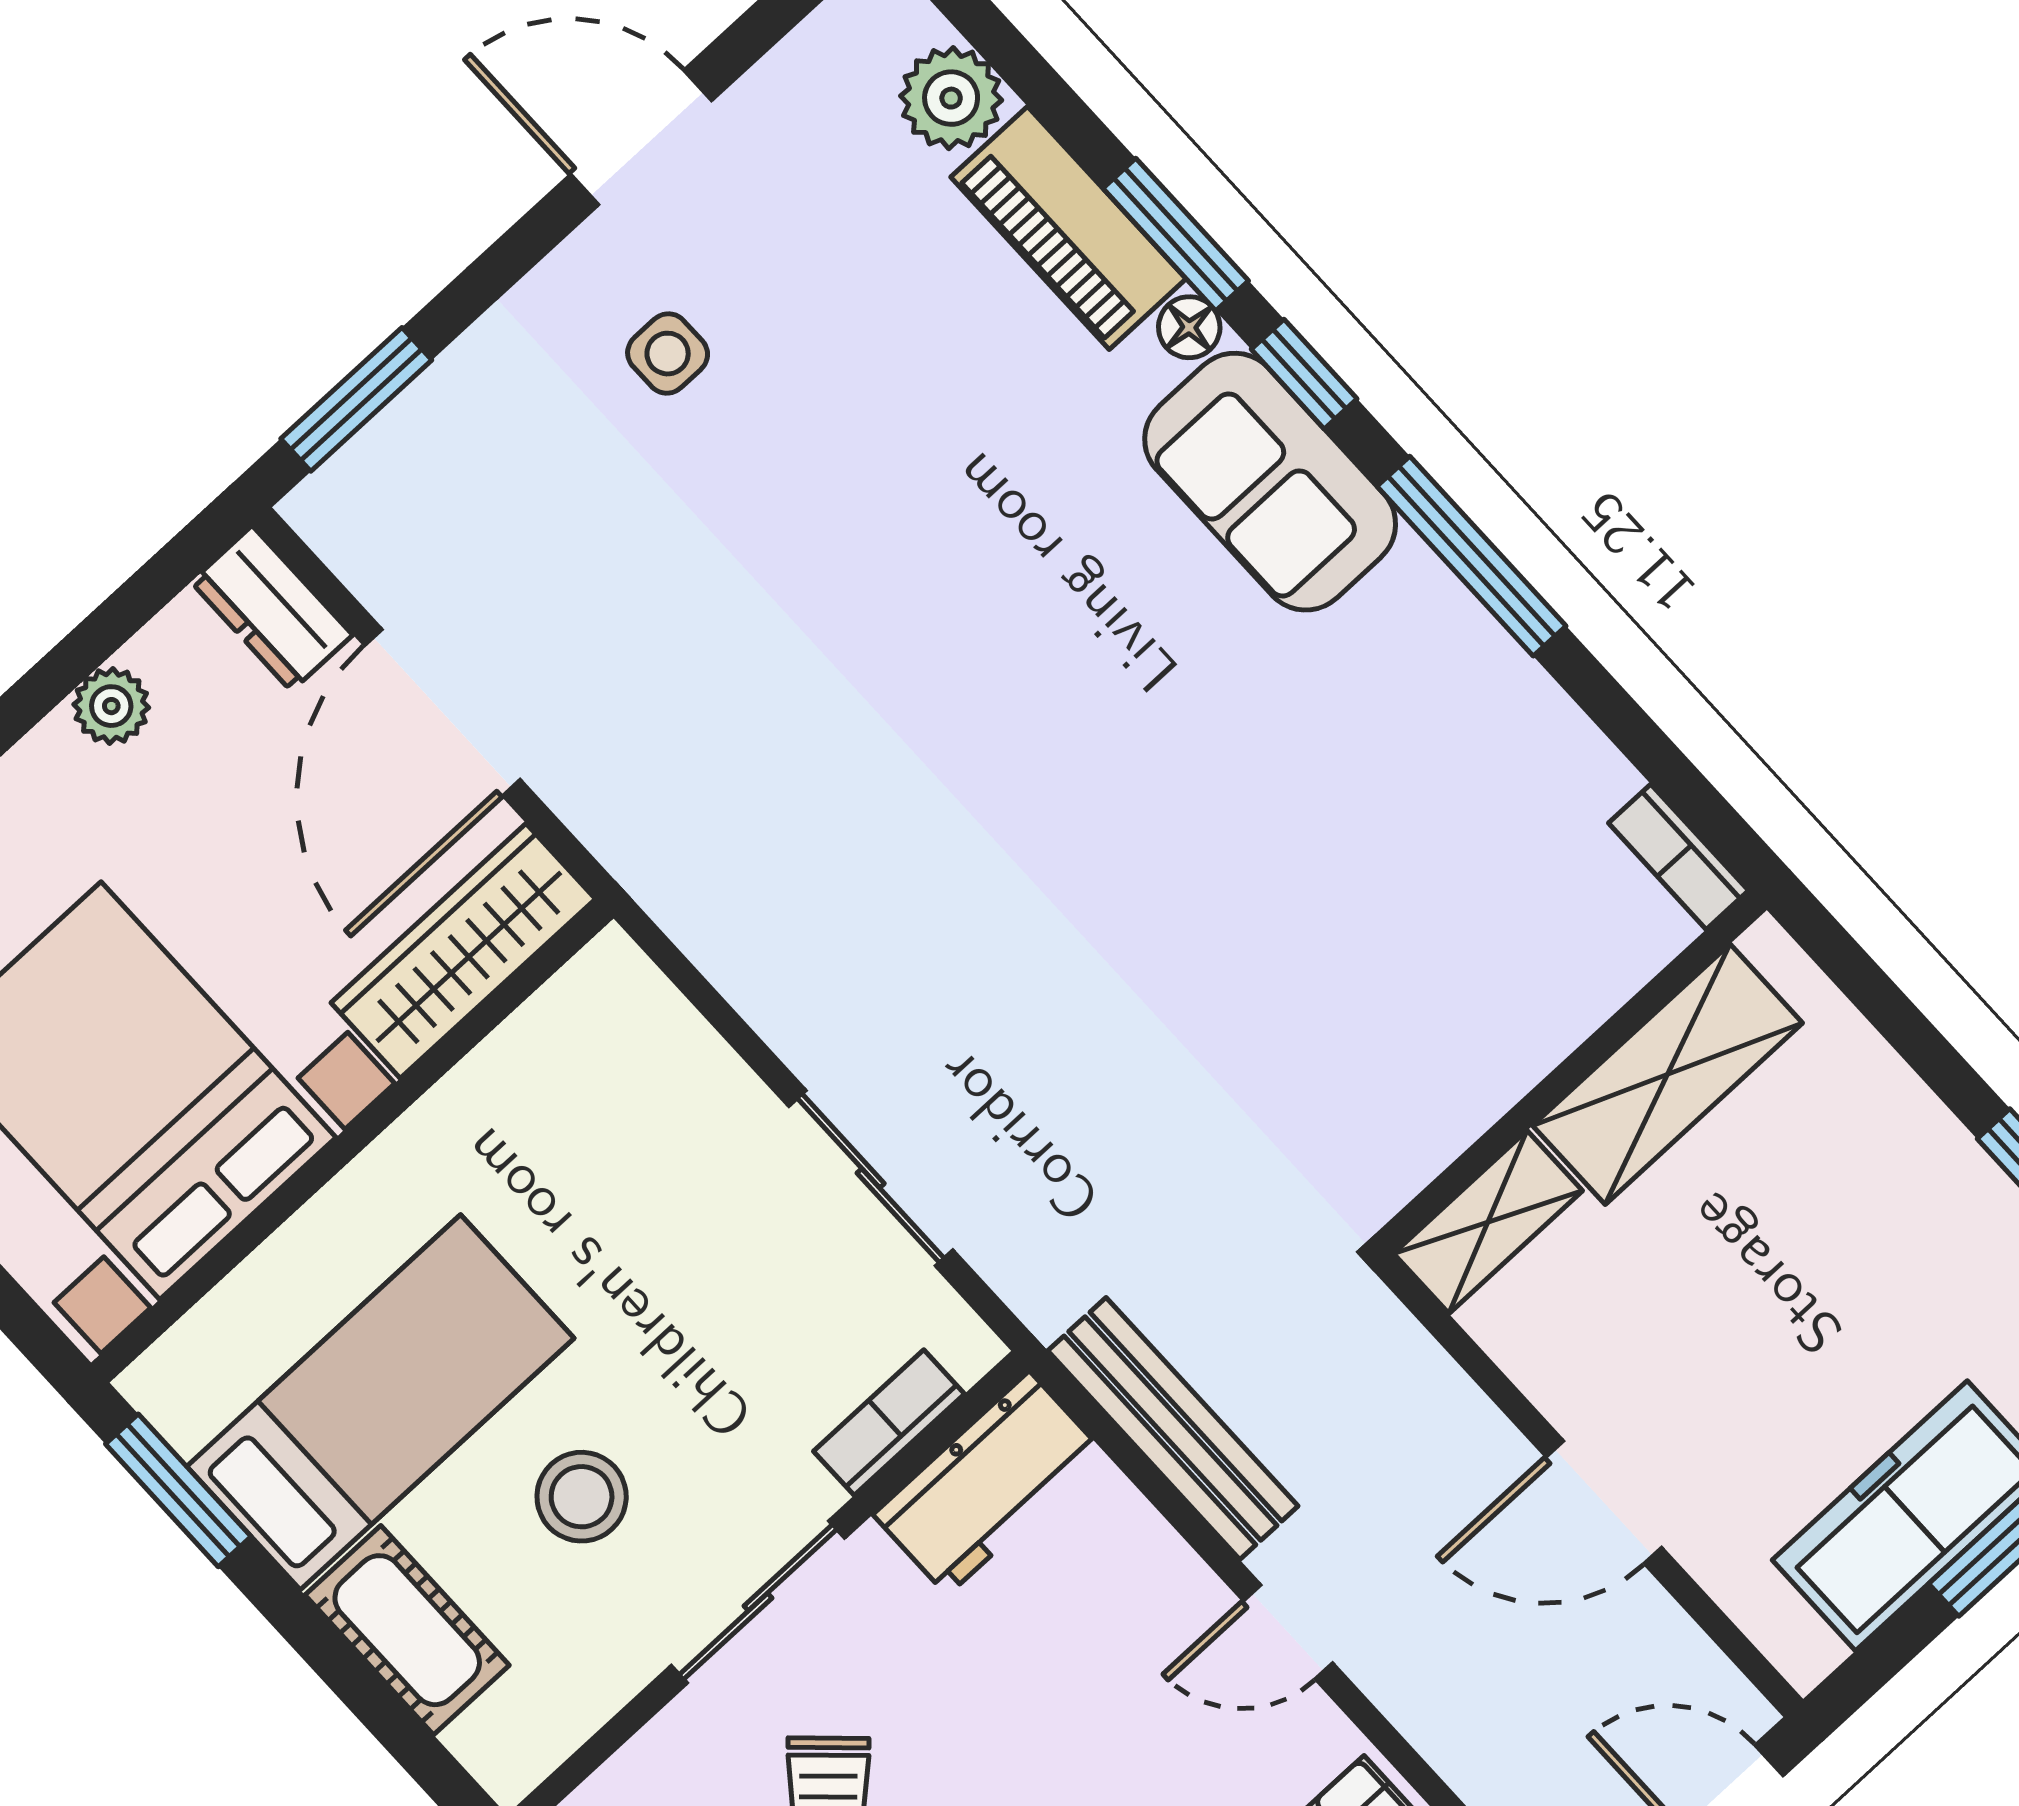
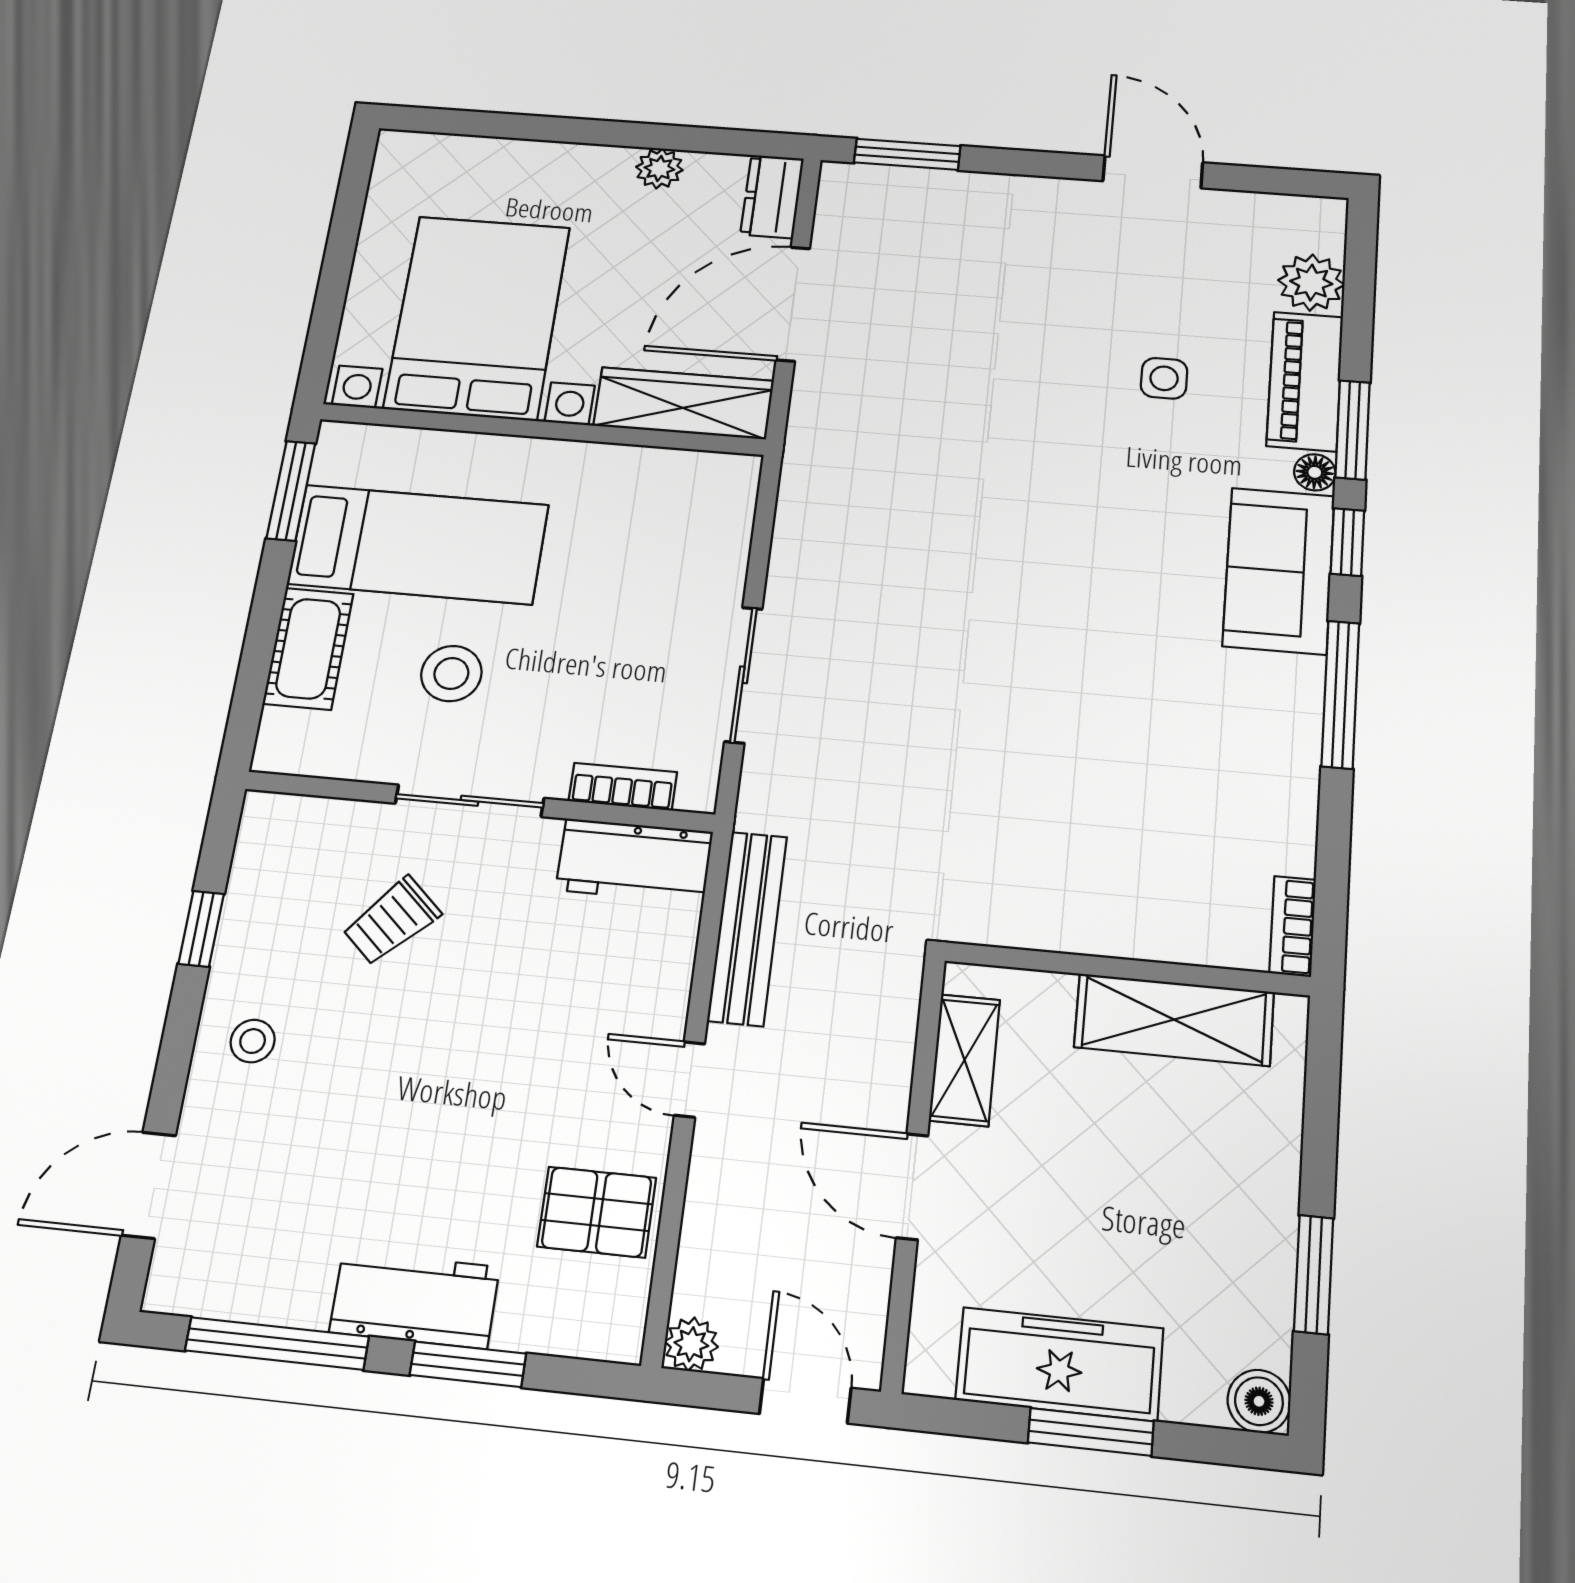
side table: (668, 354) -> (1164, 378), moved
shelving: (1488, 1222) -> (965, 1060), moved, turned 90

